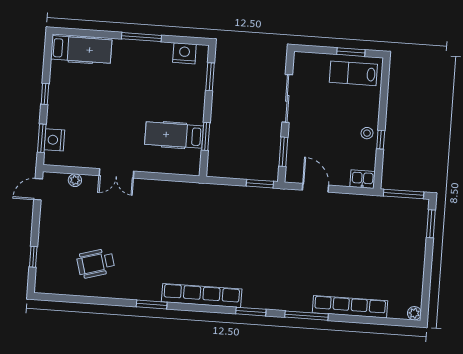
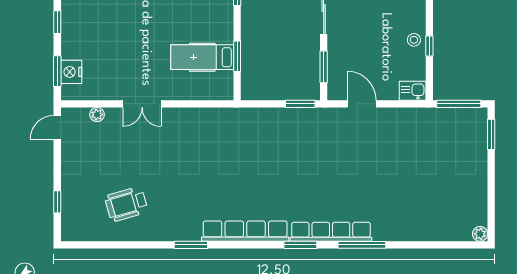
row of seats: (350, 307) -> (331, 232), moved

